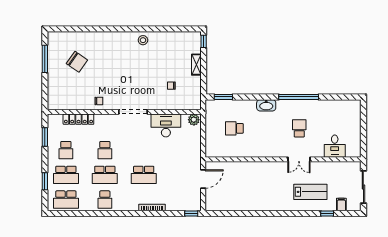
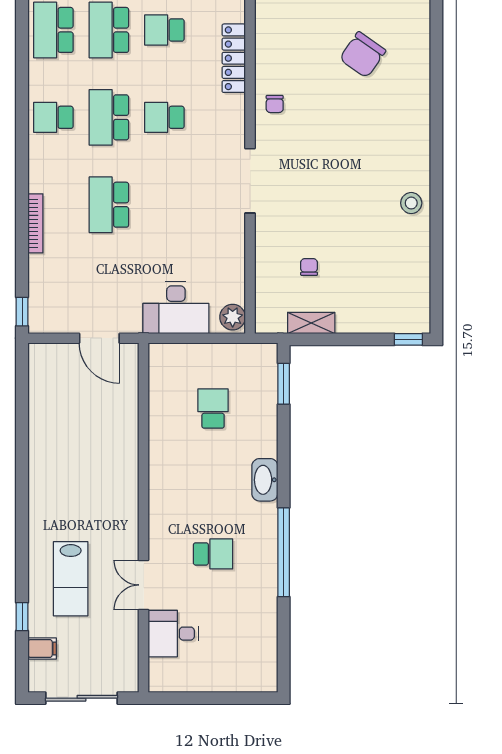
shelving: (196, 65) -> (311, 323), moved
desk: (166, 125) -> (176, 308), moved, turned 90
double door: (299, 159) -> (144, 585), moved

